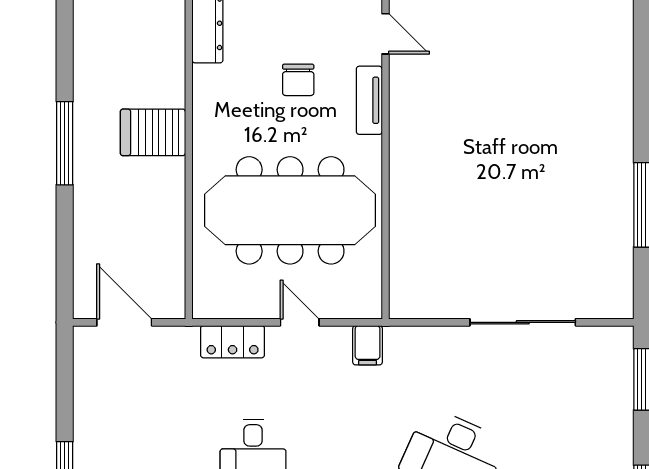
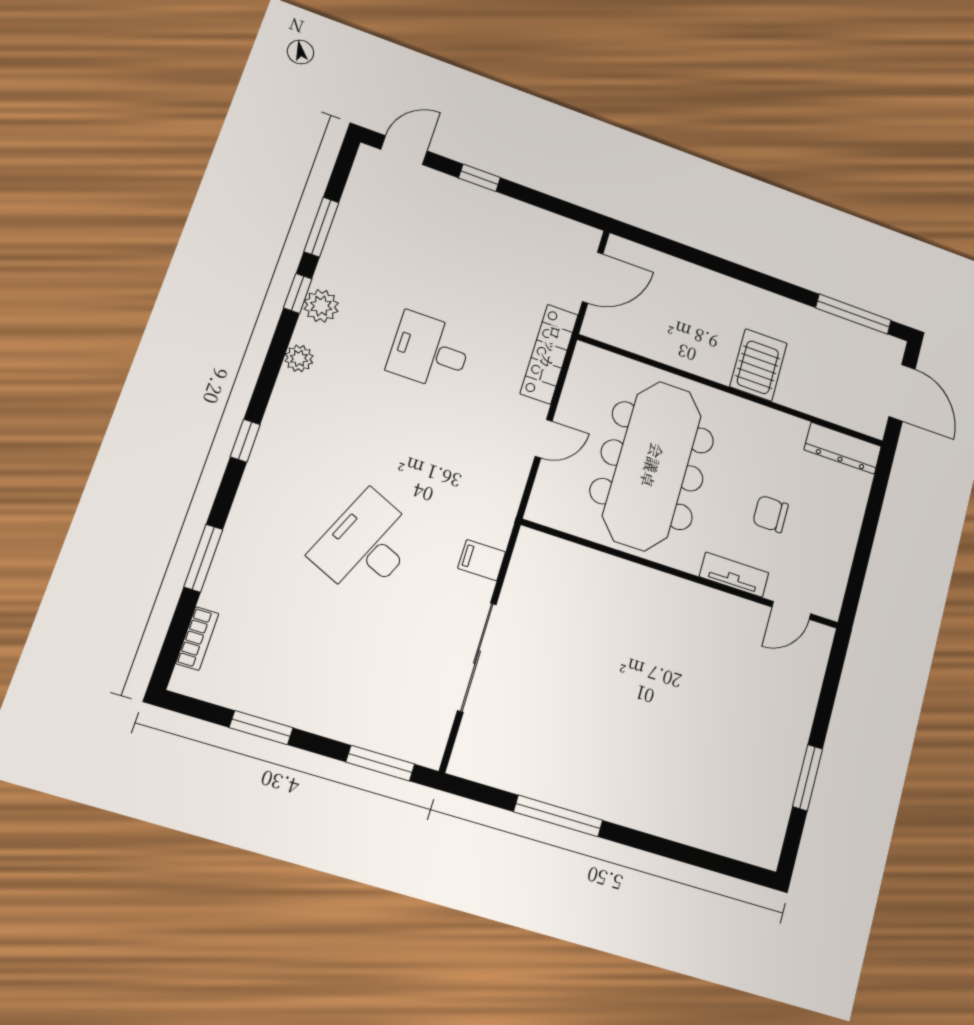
window: (65, 143) -> (854, 314), moved
locker: (233, 342) -> (549, 354), width x1.53
filing cabinet: (368, 345) -> (482, 560), moved

